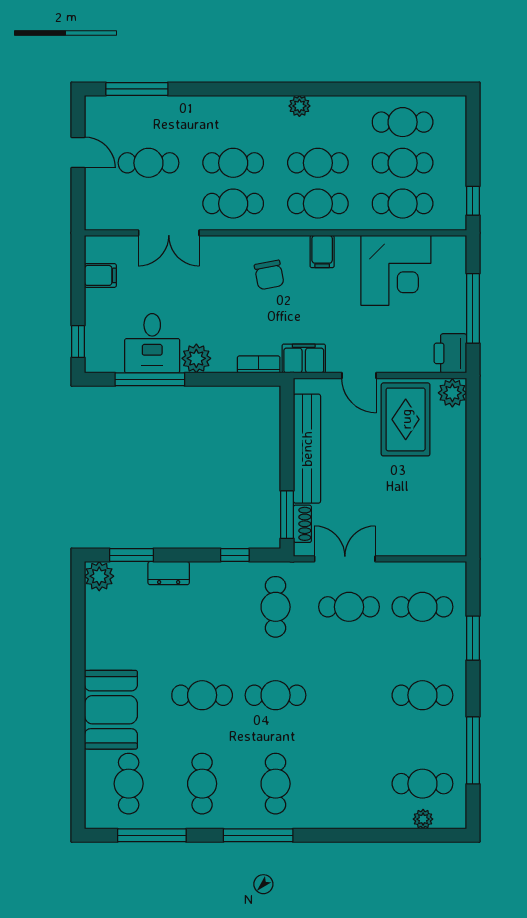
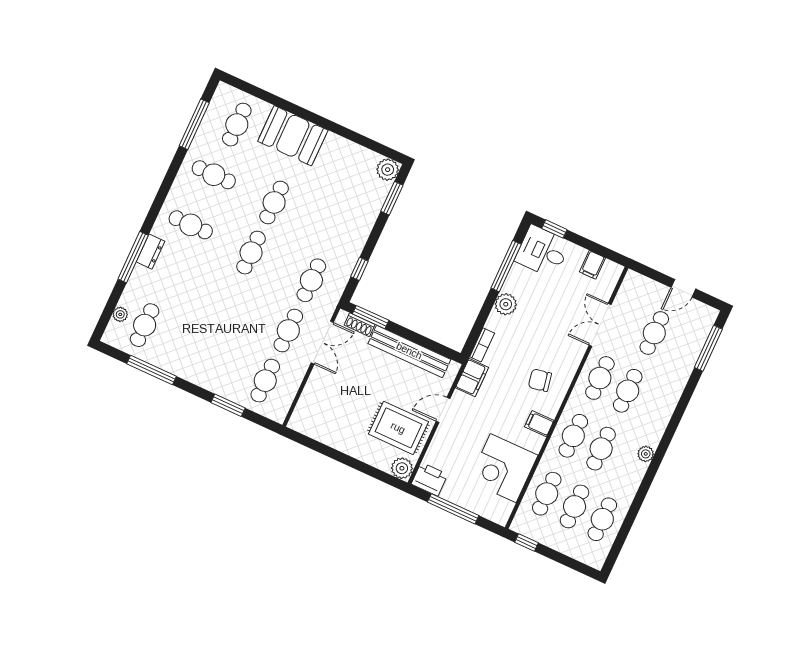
desk: (152, 343) -> (543, 251), moved
dresser: (169, 573) -> (151, 252), moved, turned 180
cafe table: (276, 607) -> (311, 280), turned 90
cafe table: (422, 695) -> (205, 353), removed
cafe table: (129, 784) -> (237, 125), turned 90
window: (258, 835) -> (133, 257), moved

